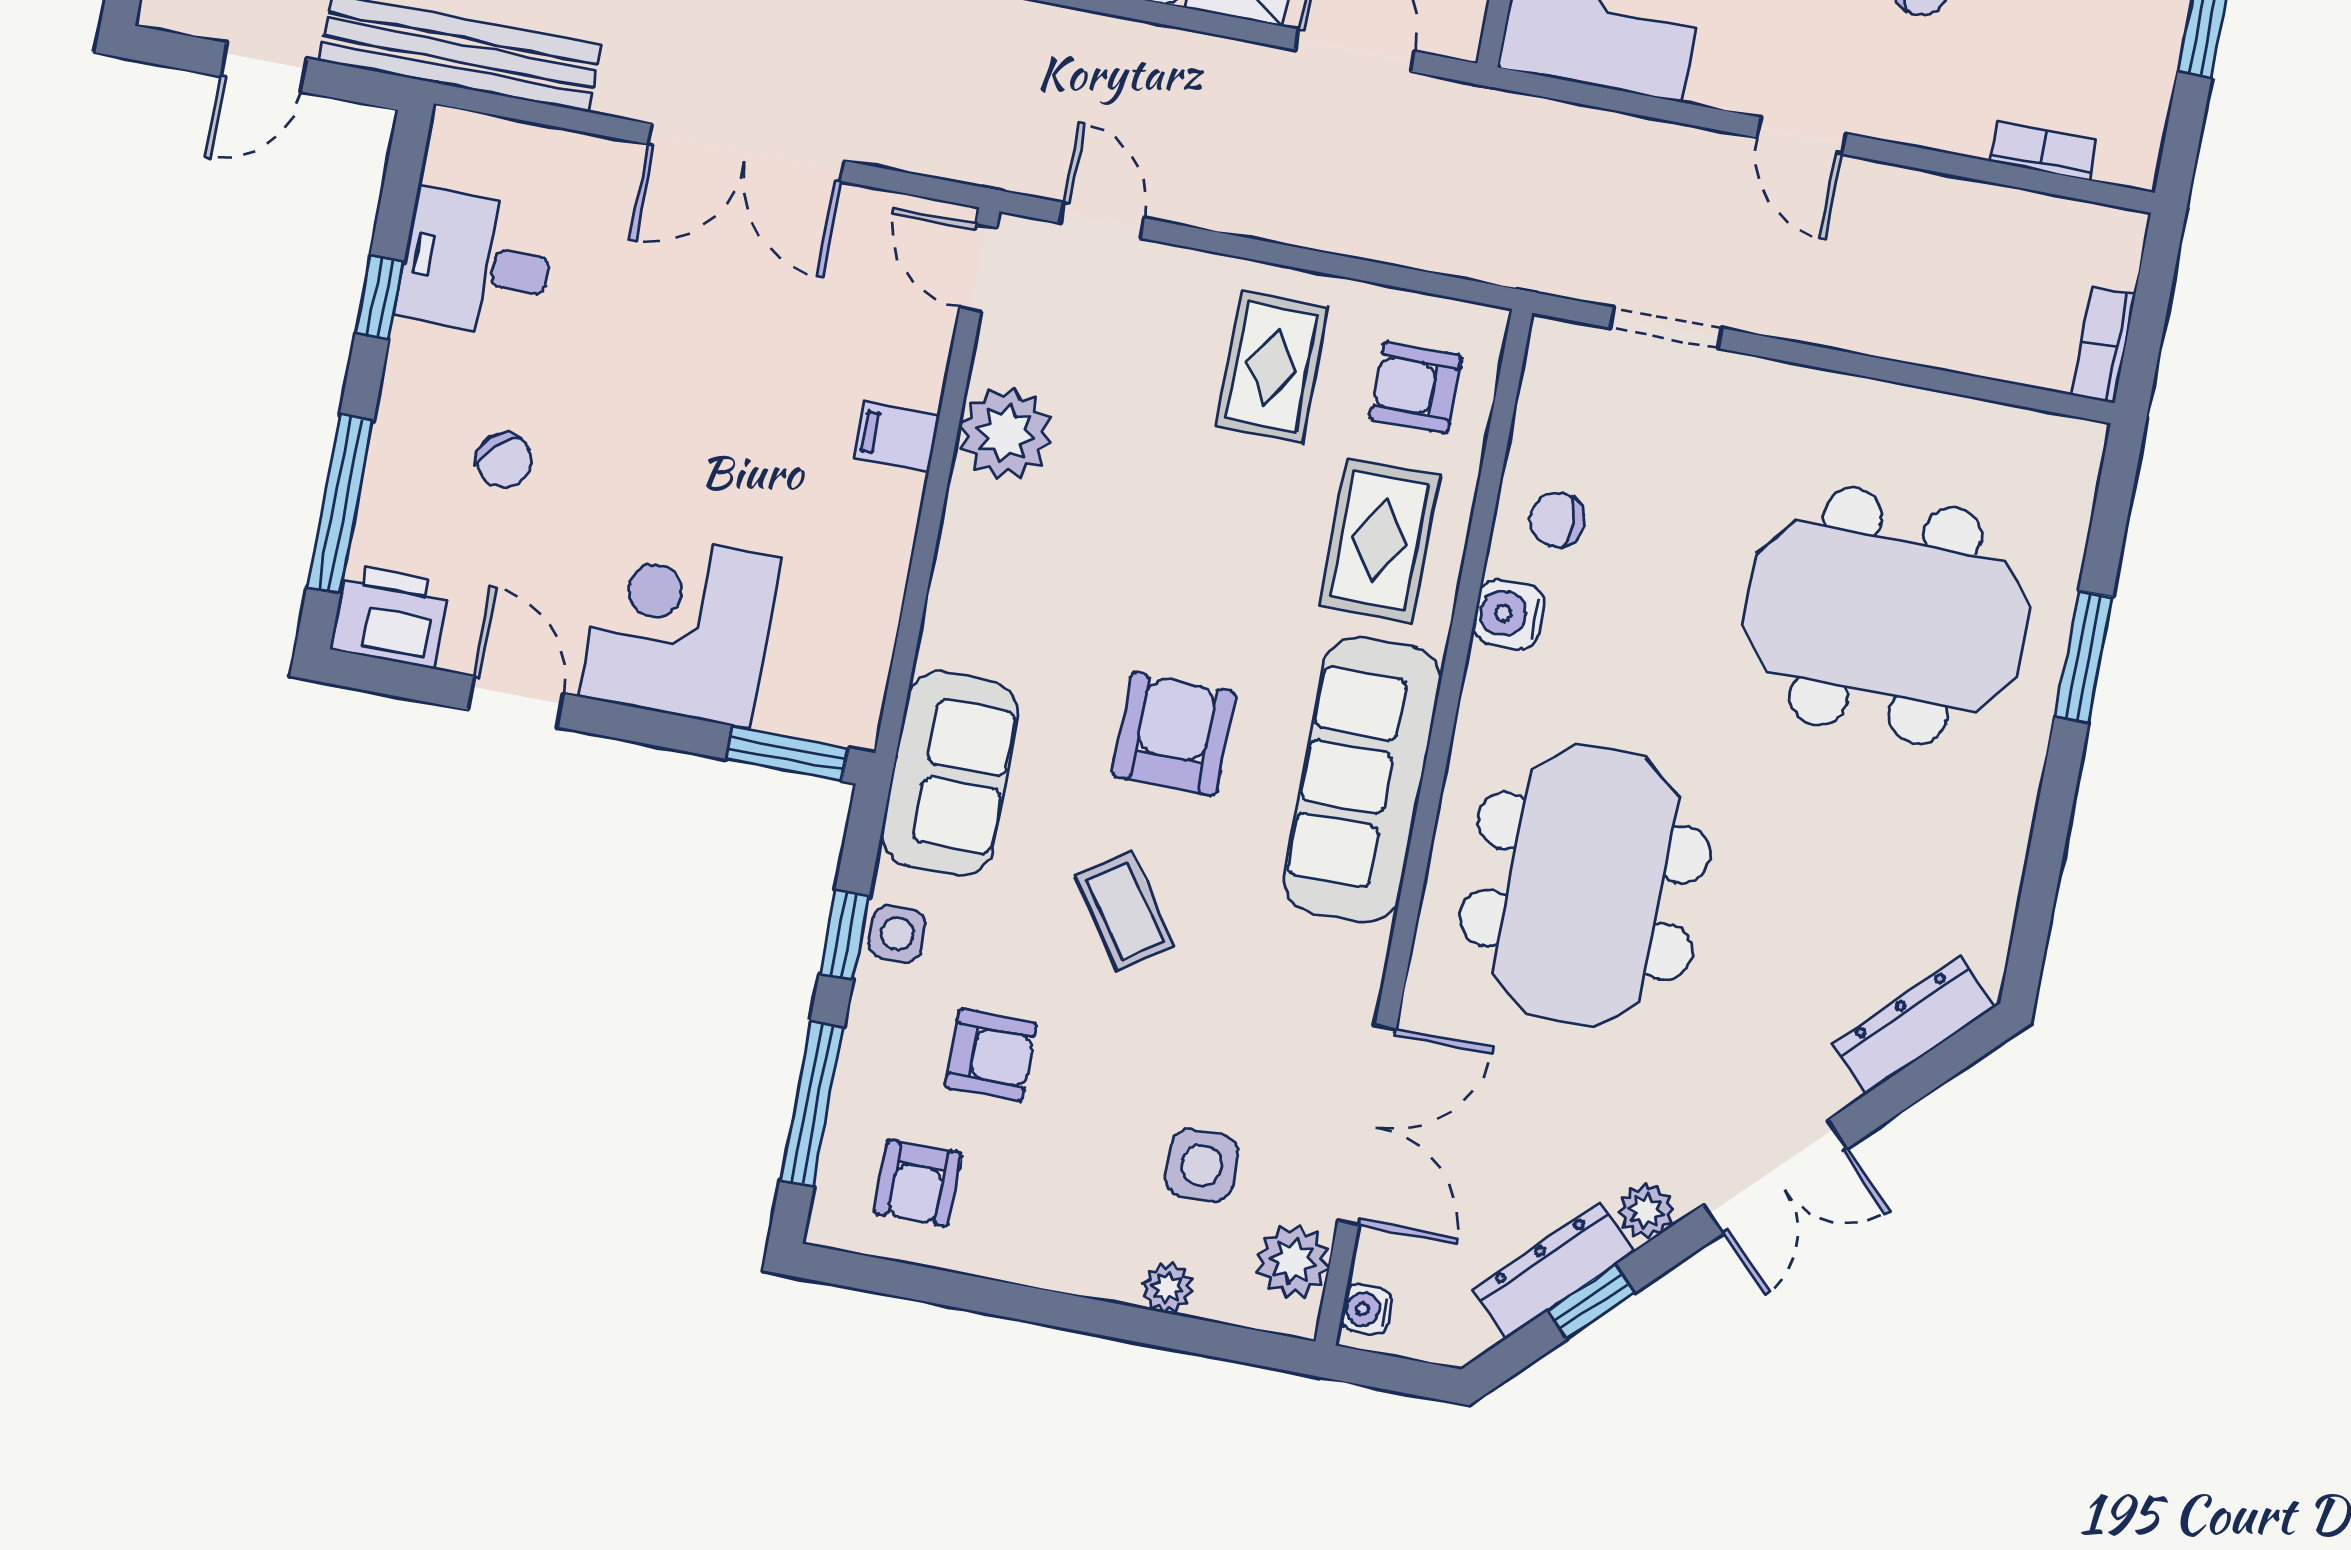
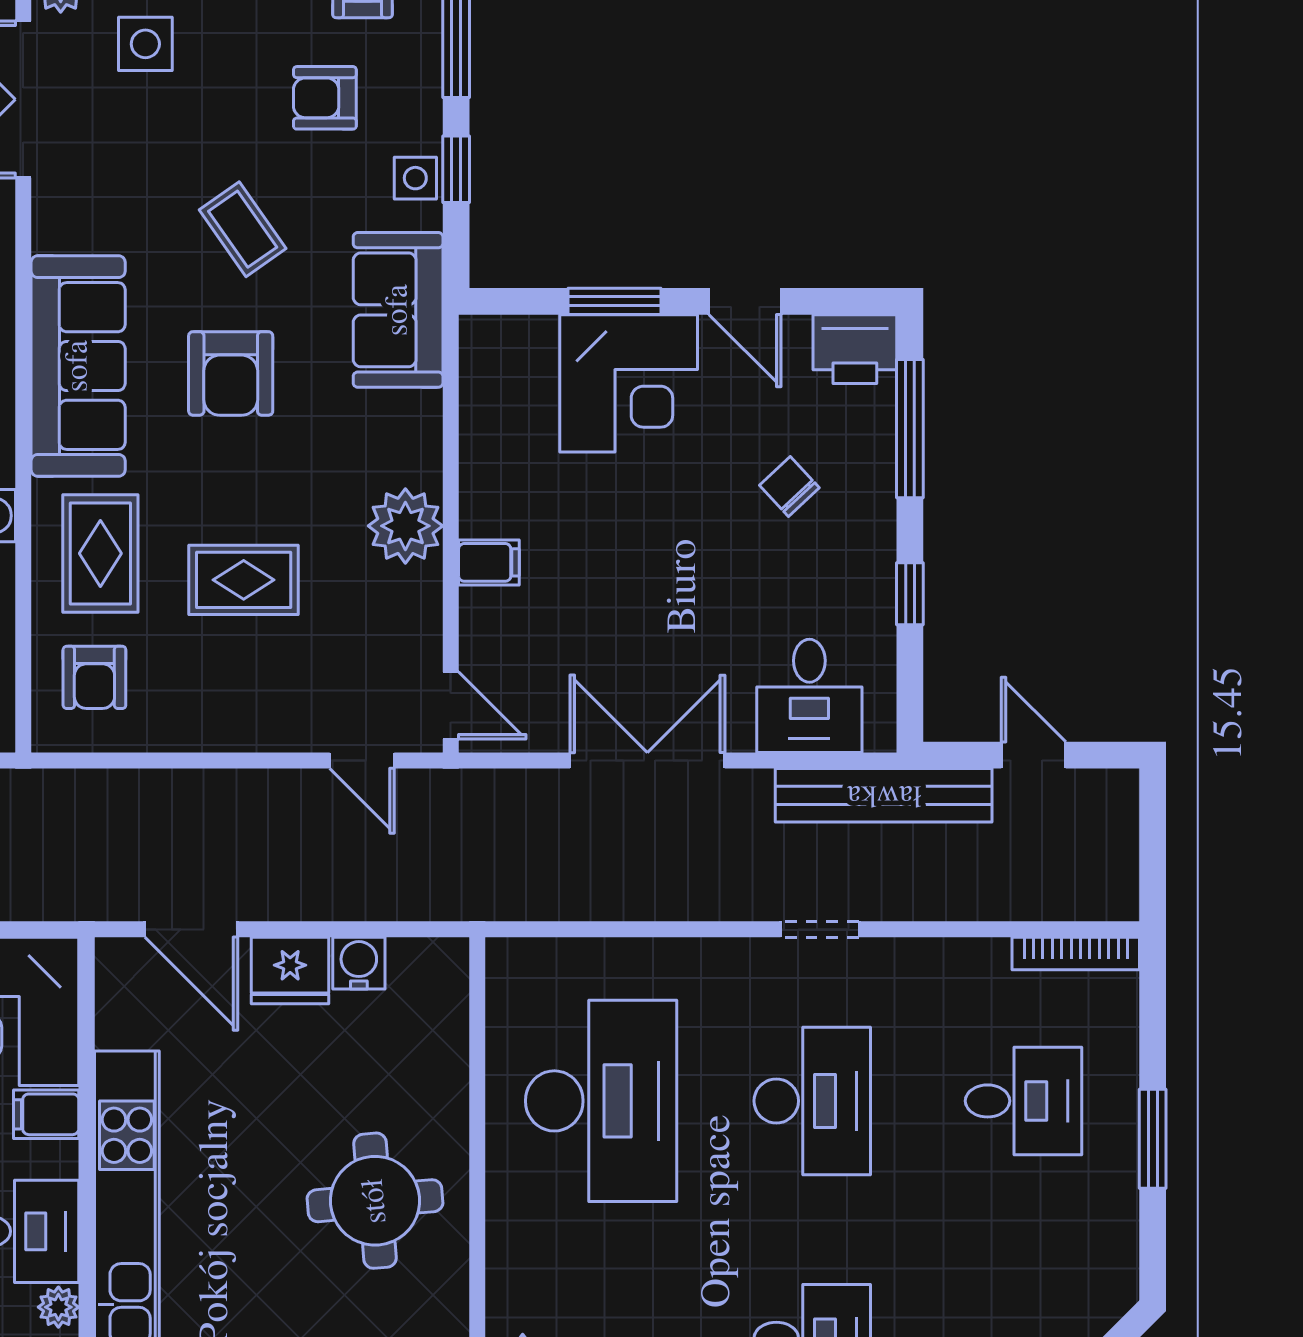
door: (264, 67) -> (1033, 755), hinge flipped
desk: (476, 264) -> (809, 696), moved, turned 90
rug: (1272, 367) -> (244, 580), moved, turned 90
armchair: (1416, 388) -> (94, 677), turned 90
plant: (1005, 434) -> (405, 526), moved
window: (787, 754) -> (615, 301), moved

